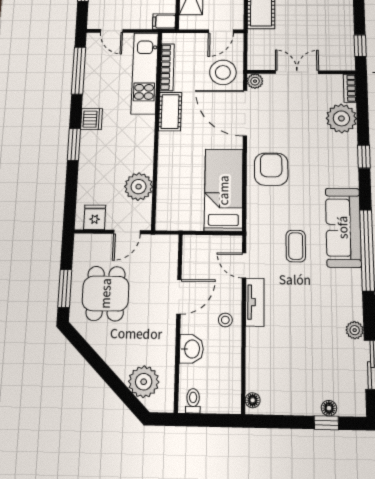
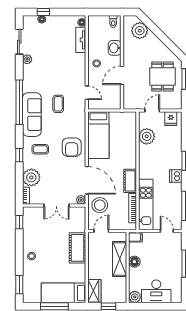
coffee table: (327, 166) -> (40, 149), added
tv unit: (255, 302) -> (81, 40), moved

